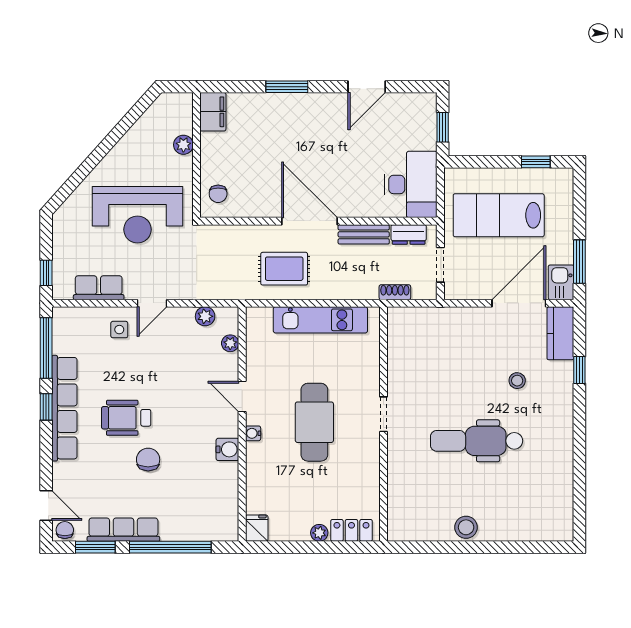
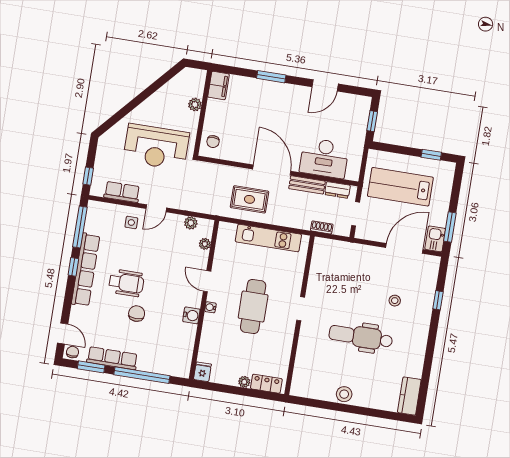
desk: (411, 184) -> (324, 158), moved, turned 90
kitchen counter: (560, 333) -> (409, 396), moved
wheelchair: (126, 418) -> (126, 283), turned 180

